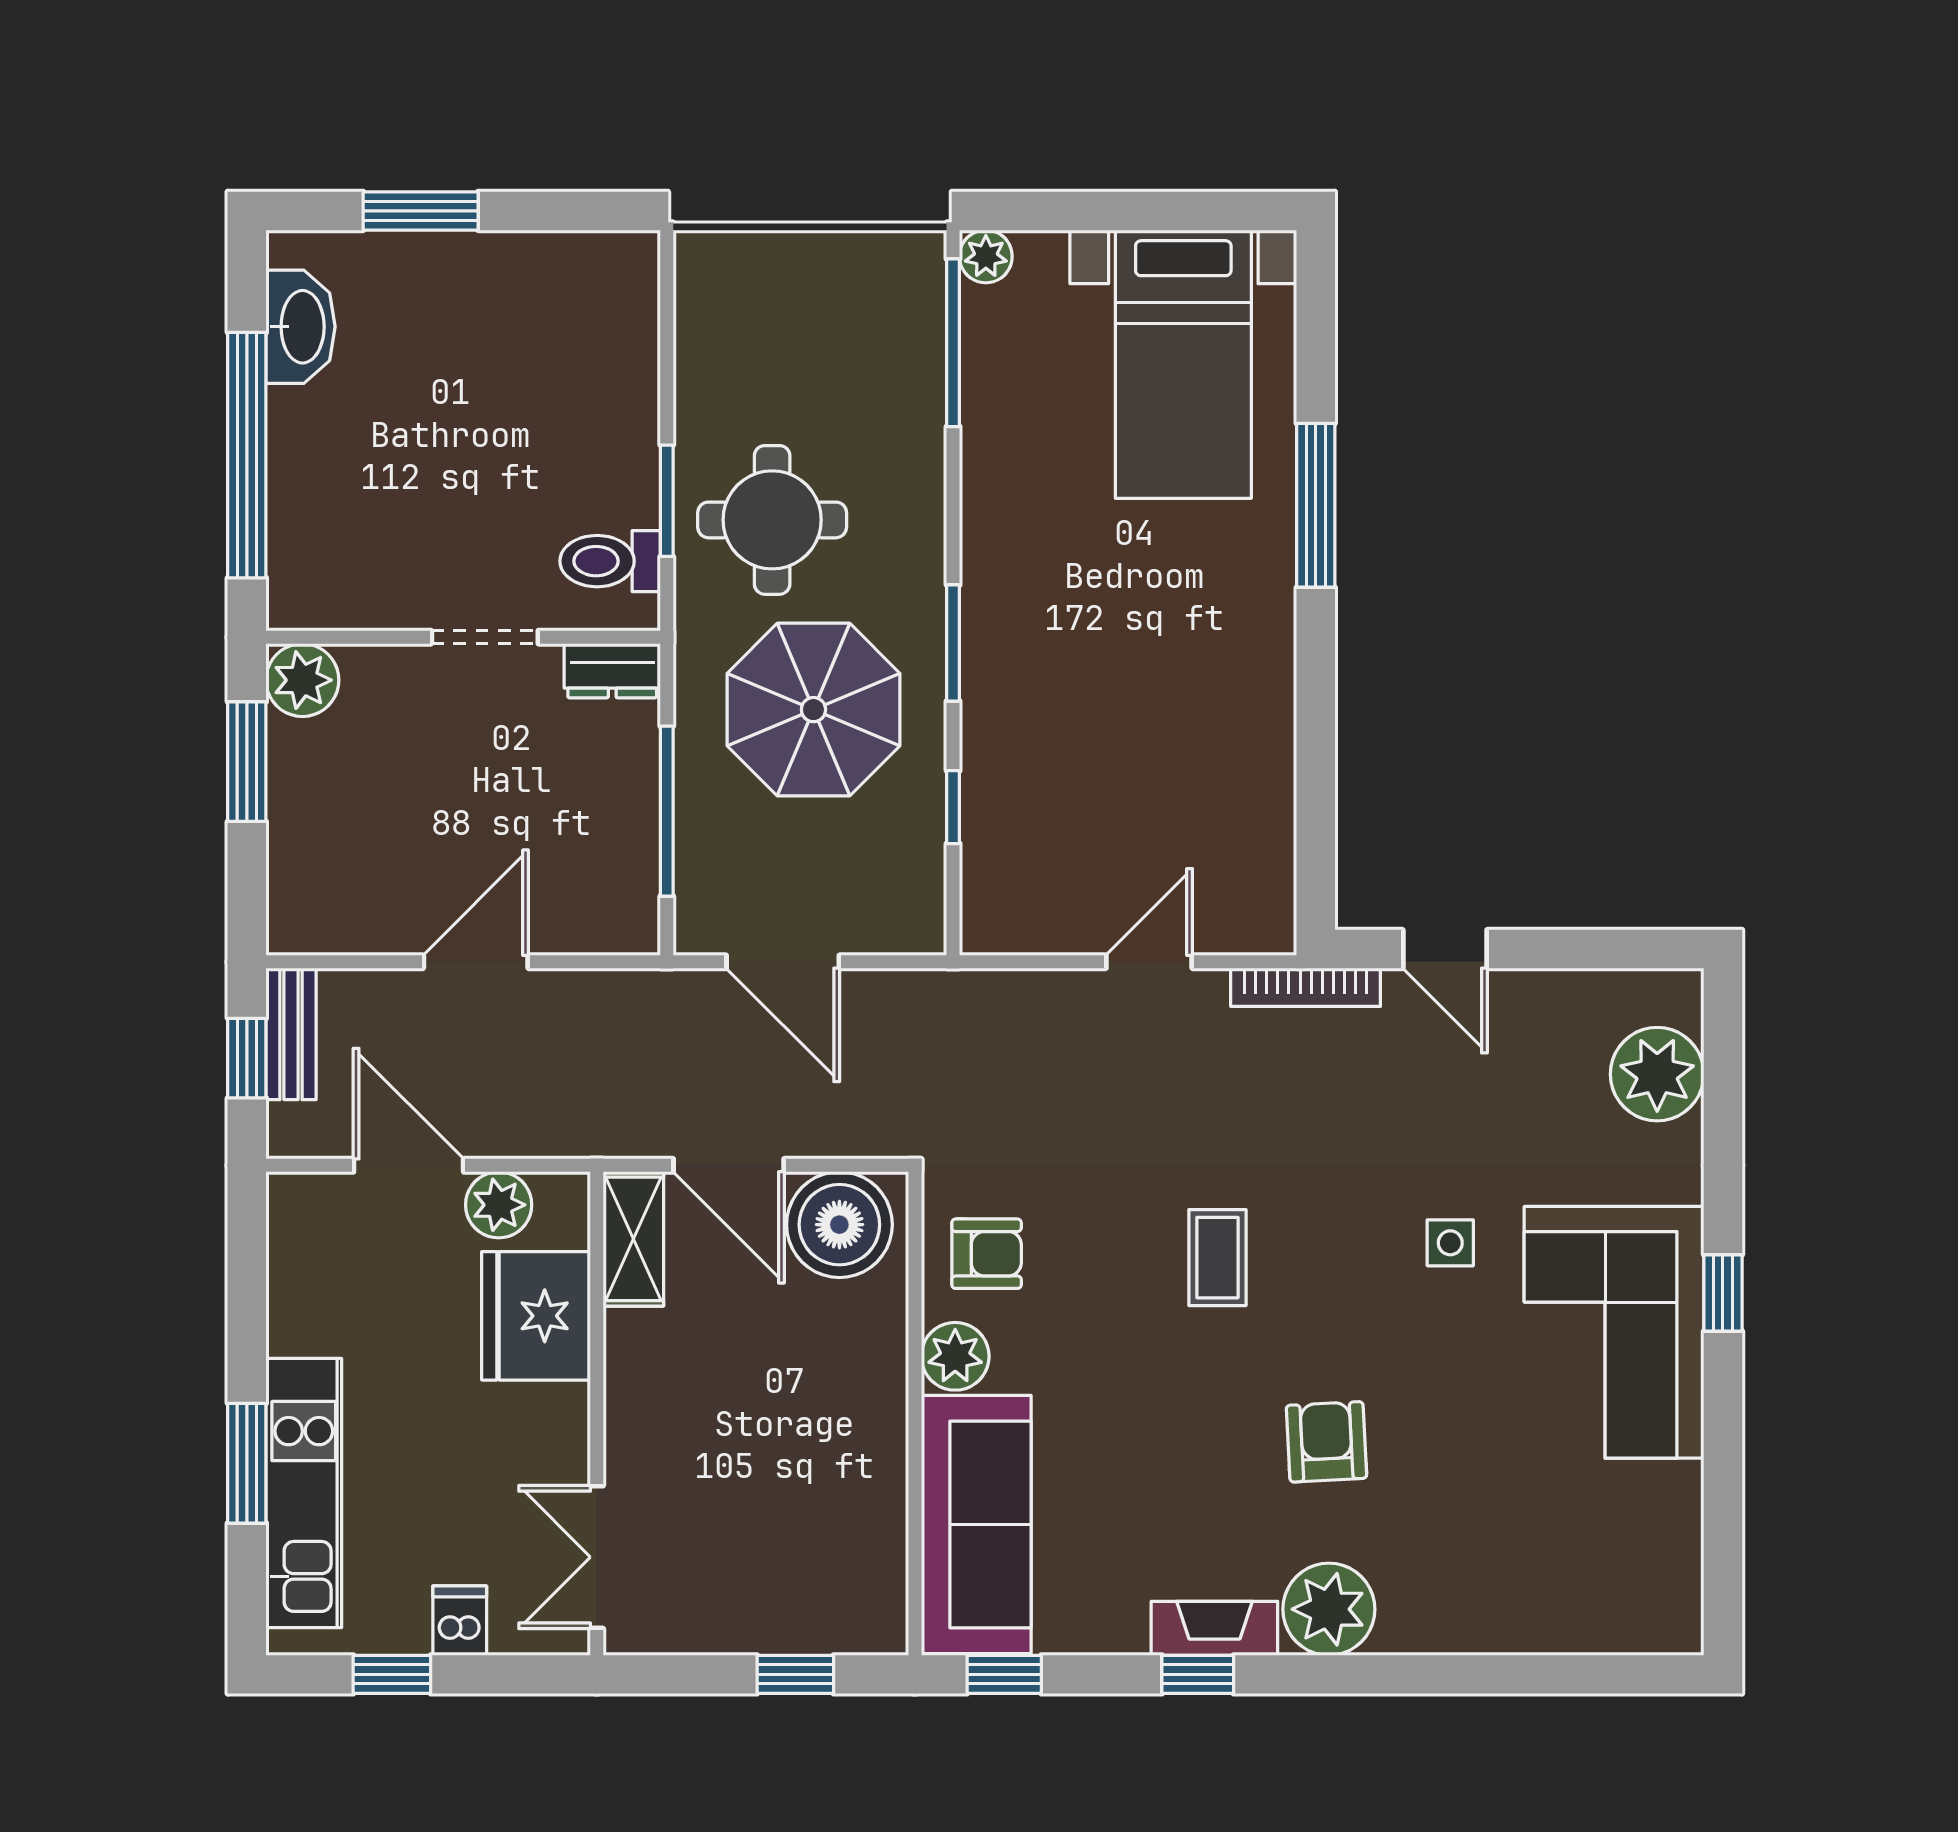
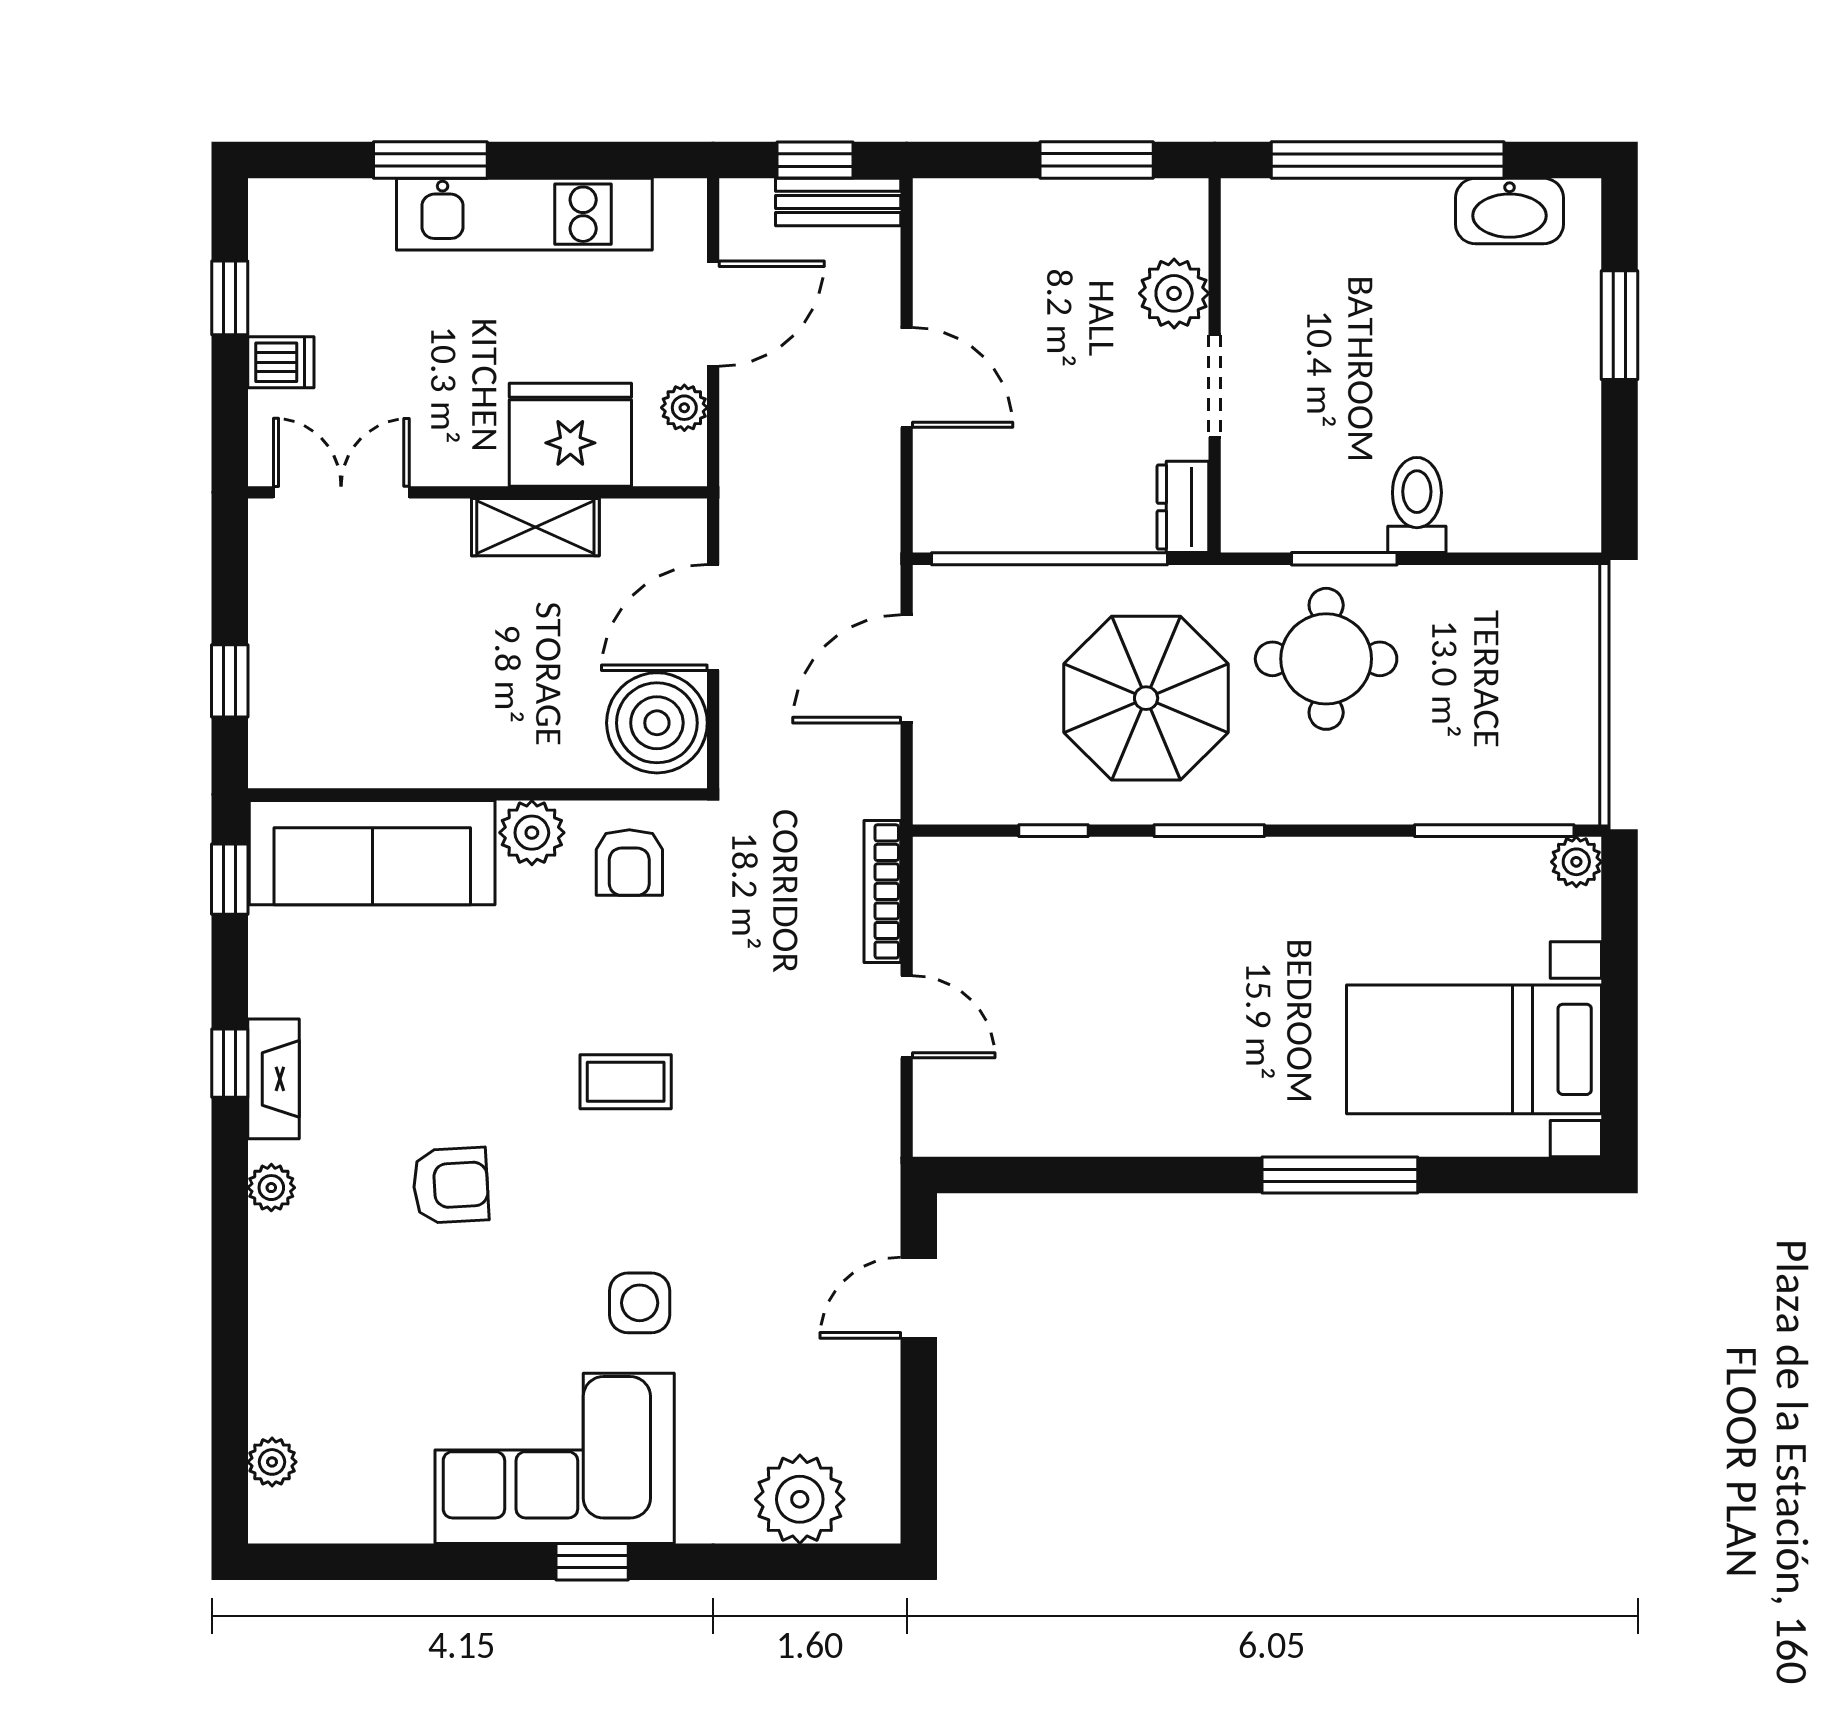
toilet: (610, 561) -> (1417, 505), moved
plant: (302, 680) -> (1174, 293), moved
window: (667, 811) -> (1050, 559), width x1.46
bookcase: (1306, 987) -> (882, 891), moved
plant: (499, 1205) -> (684, 408), width x0.73, depth x0.73
shelving: (633, 1239) -> (535, 527), moved
side table: (1450, 1243) -> (640, 1303), width x1.37, depth x1.37
kitchen unit: (304, 1493) -> (524, 214), moved
plant: (1329, 1609) -> (271, 1188), width x0.53, depth x0.53
plant: (1618, 1630) -> (272, 1462), added

